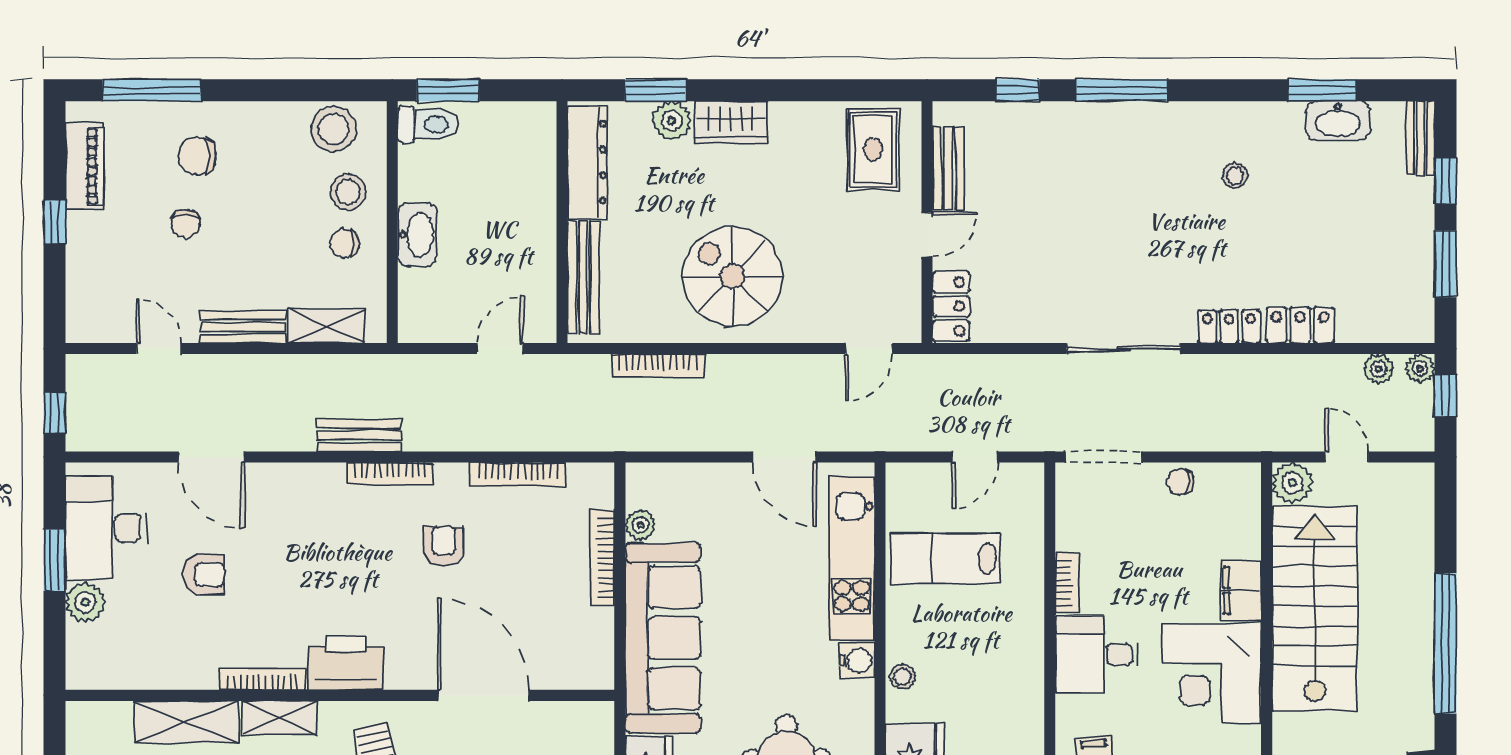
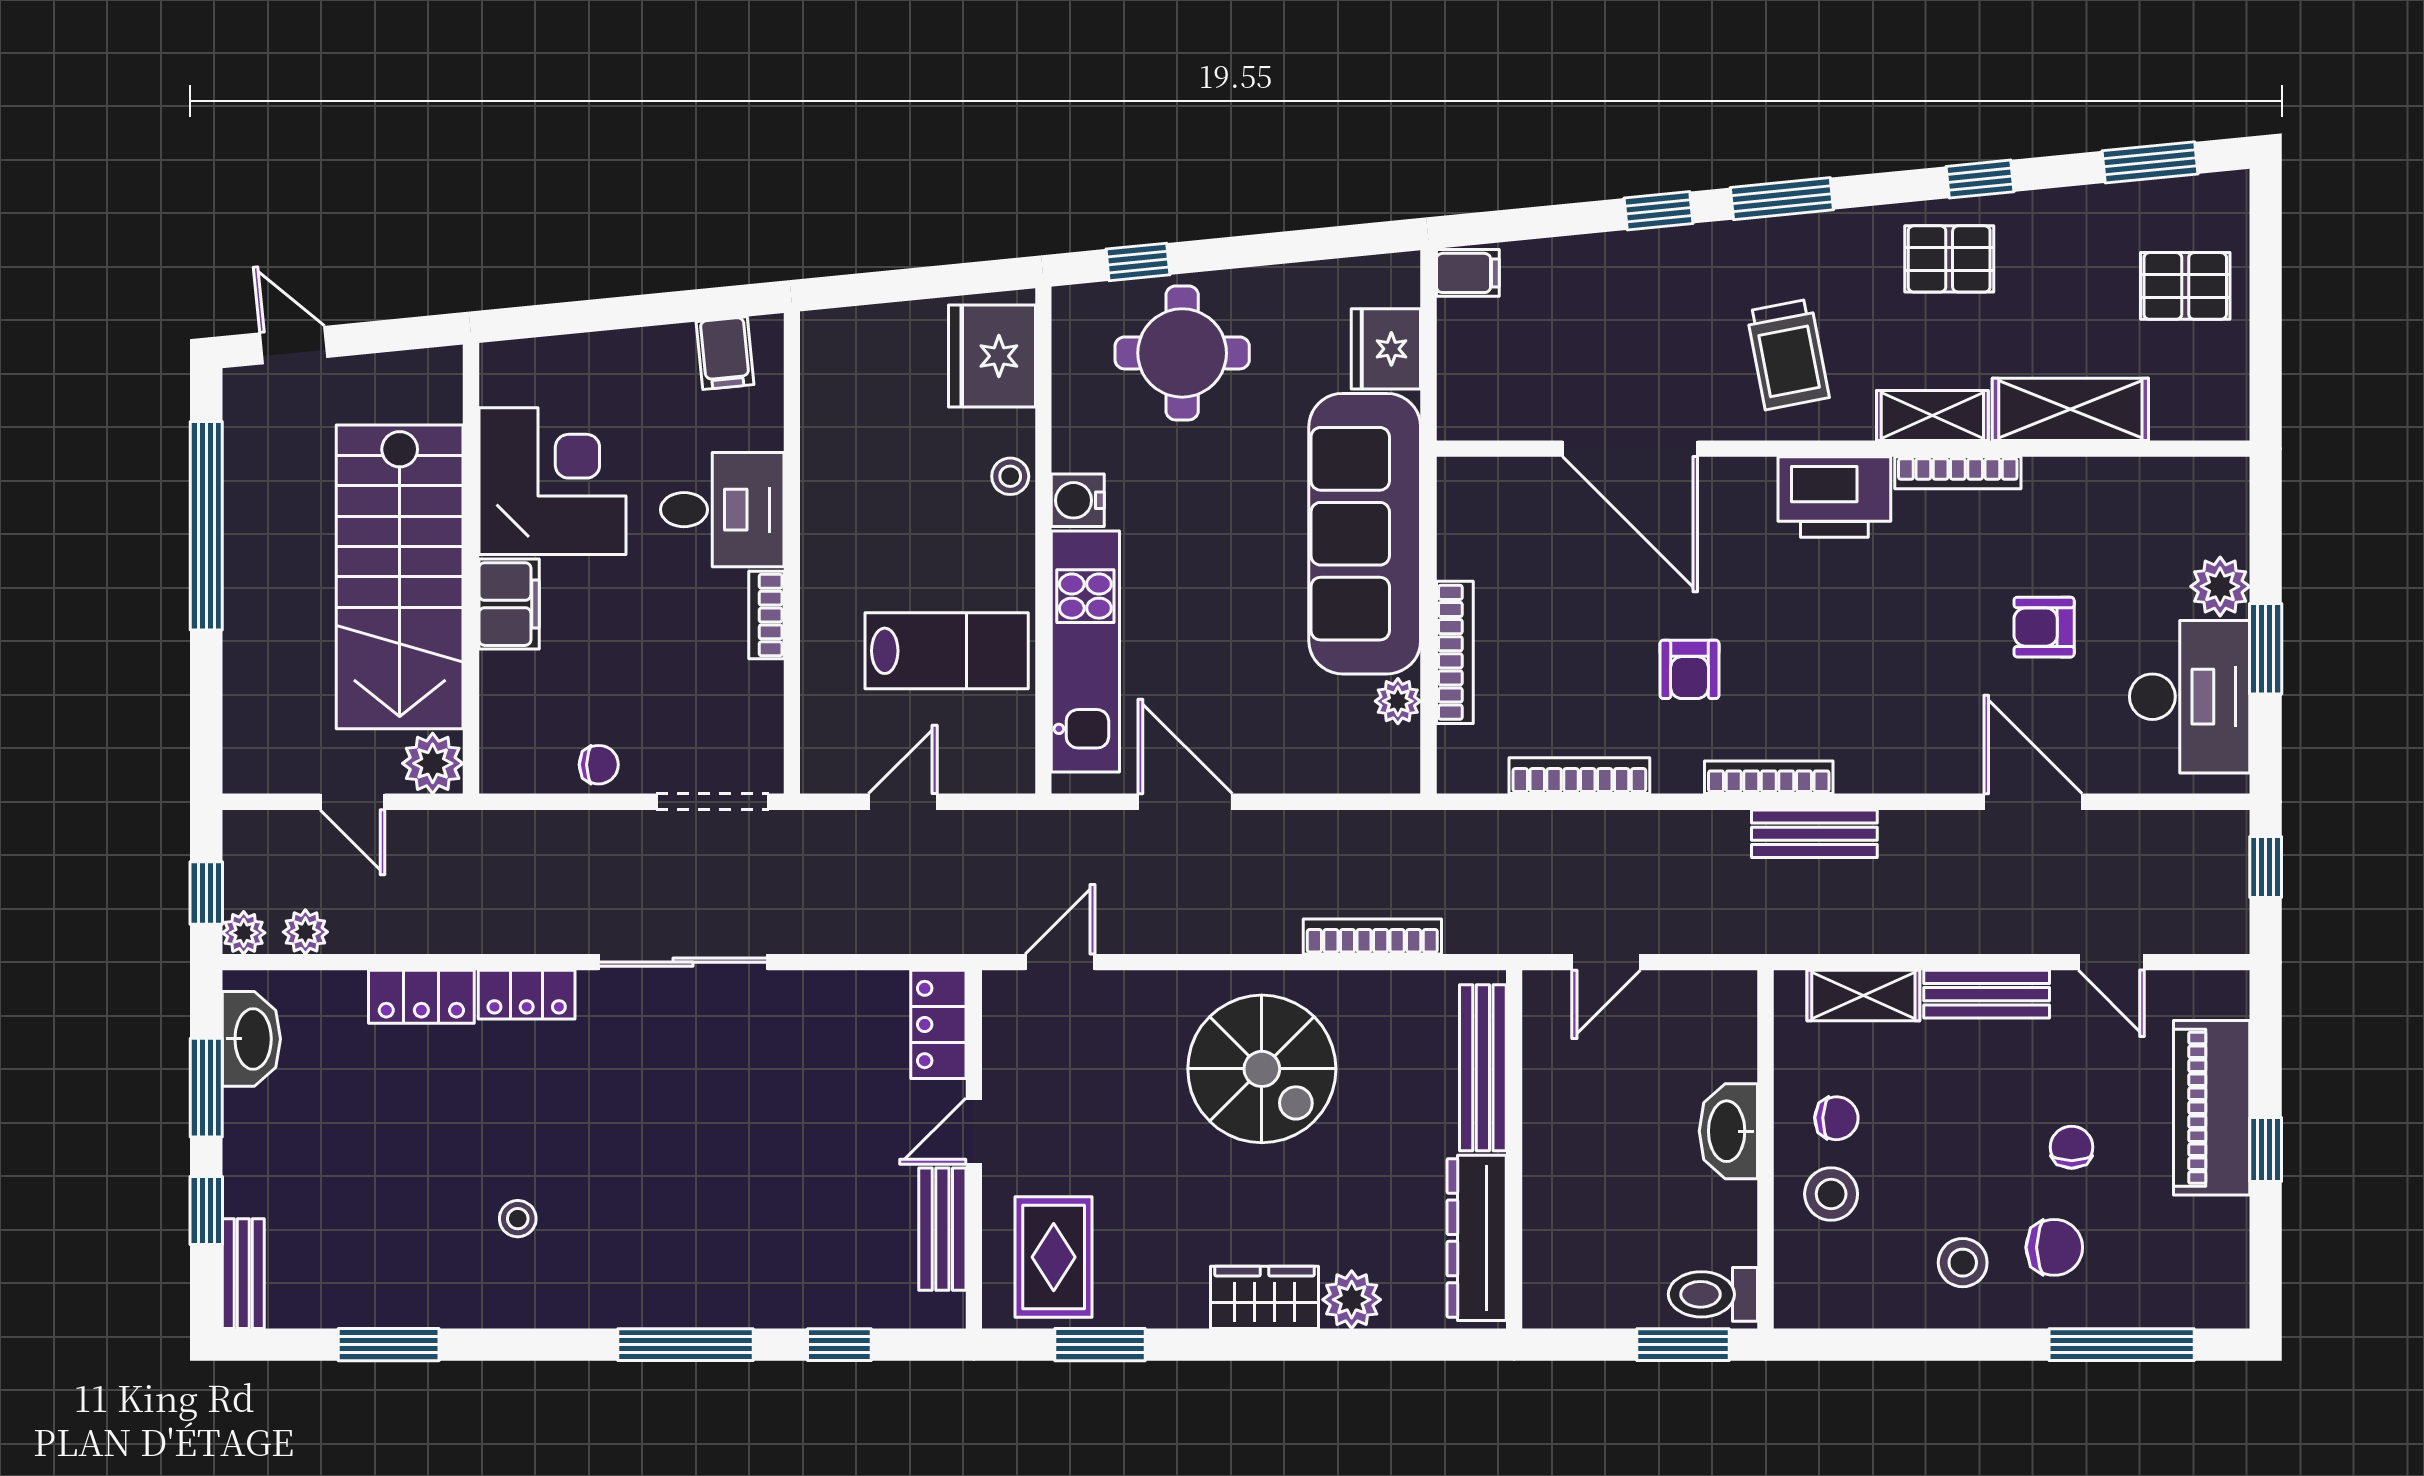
window: (656, 90) -> (1100, 1345), moved
washbasin: (1338, 121) -> (251, 1039), moved, turned 90
stool: (334, 129) -> (1963, 1263), moved, width x0.73, depth x0.73
piano: (85, 166) -> (2212, 1108), moved, width x1.37, depth x1.33

